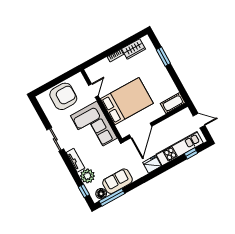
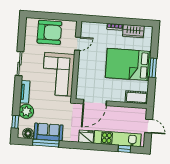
window: (163, 57) -> (153, 68), moved
bed: (127, 101) -> (128, 64), moved, turned 180
window: (112, 197) -> (46, 143), moved

